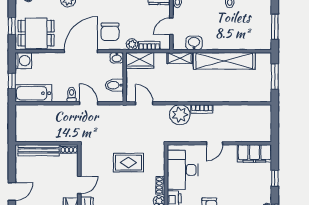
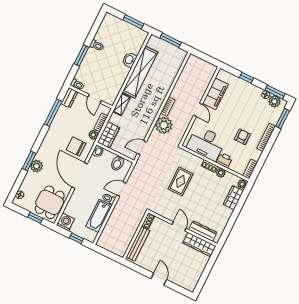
chair: (110, 32) -> (76, 147), turned 180
washbasin: (194, 43) -> (129, 60), moved
bathtub: (33, 93) -> (99, 216), moved
filing cabinet: (254, 153) -> (215, 94), moved

